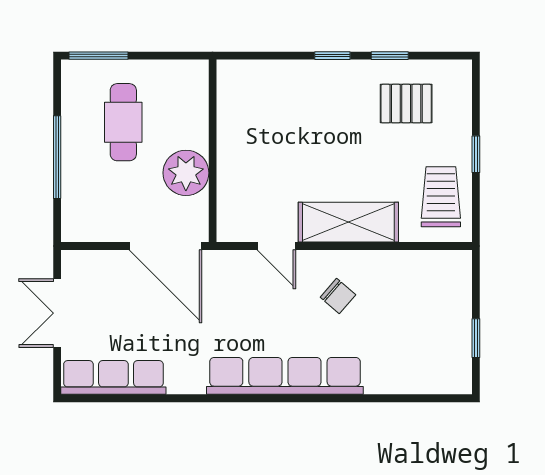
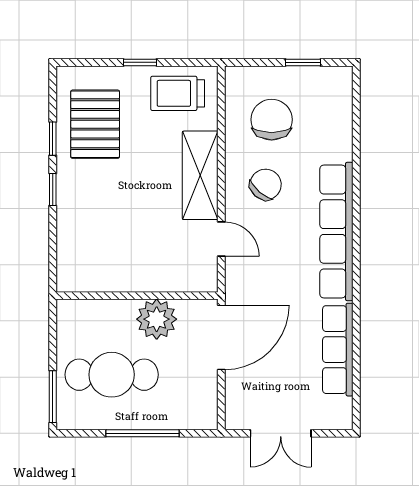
pallet: (406, 104) -> (95, 124), width x1.50, depth x1.42
cafe table: (123, 122) -> (112, 375), width x1.37, depth x1.35
door: (276, 246) -> (221, 239), hinge flipped
chair: (338, 296) -> (266, 185), width x1.37, depth x1.37
chair: (411, 303) -> (272, 120), added
row of seats: (113, 377) -> (338, 350), moved

